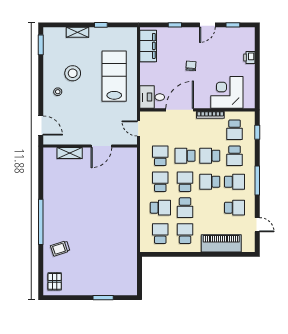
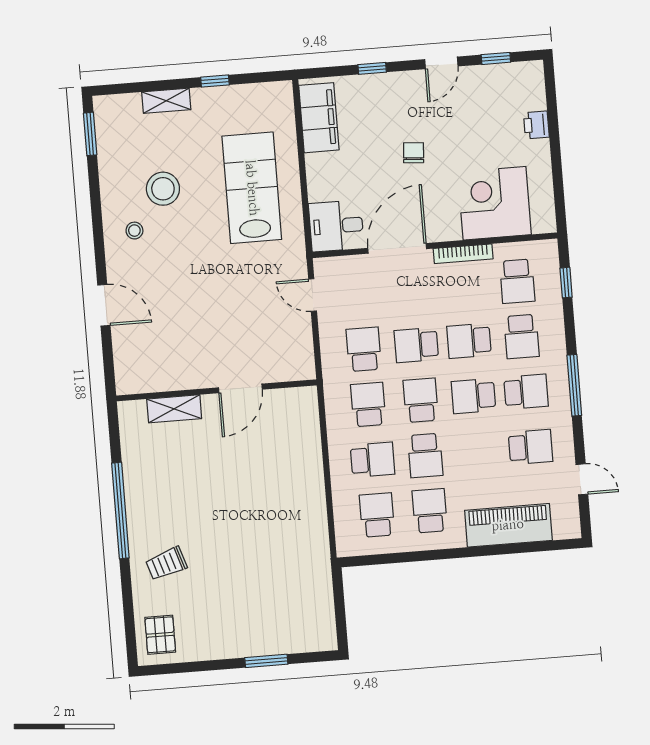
wall: (90, 146) -> (216, 390), moved
door: (101, 146) -> (240, 388), moved
shelving: (70, 153) -> (174, 409), moved

